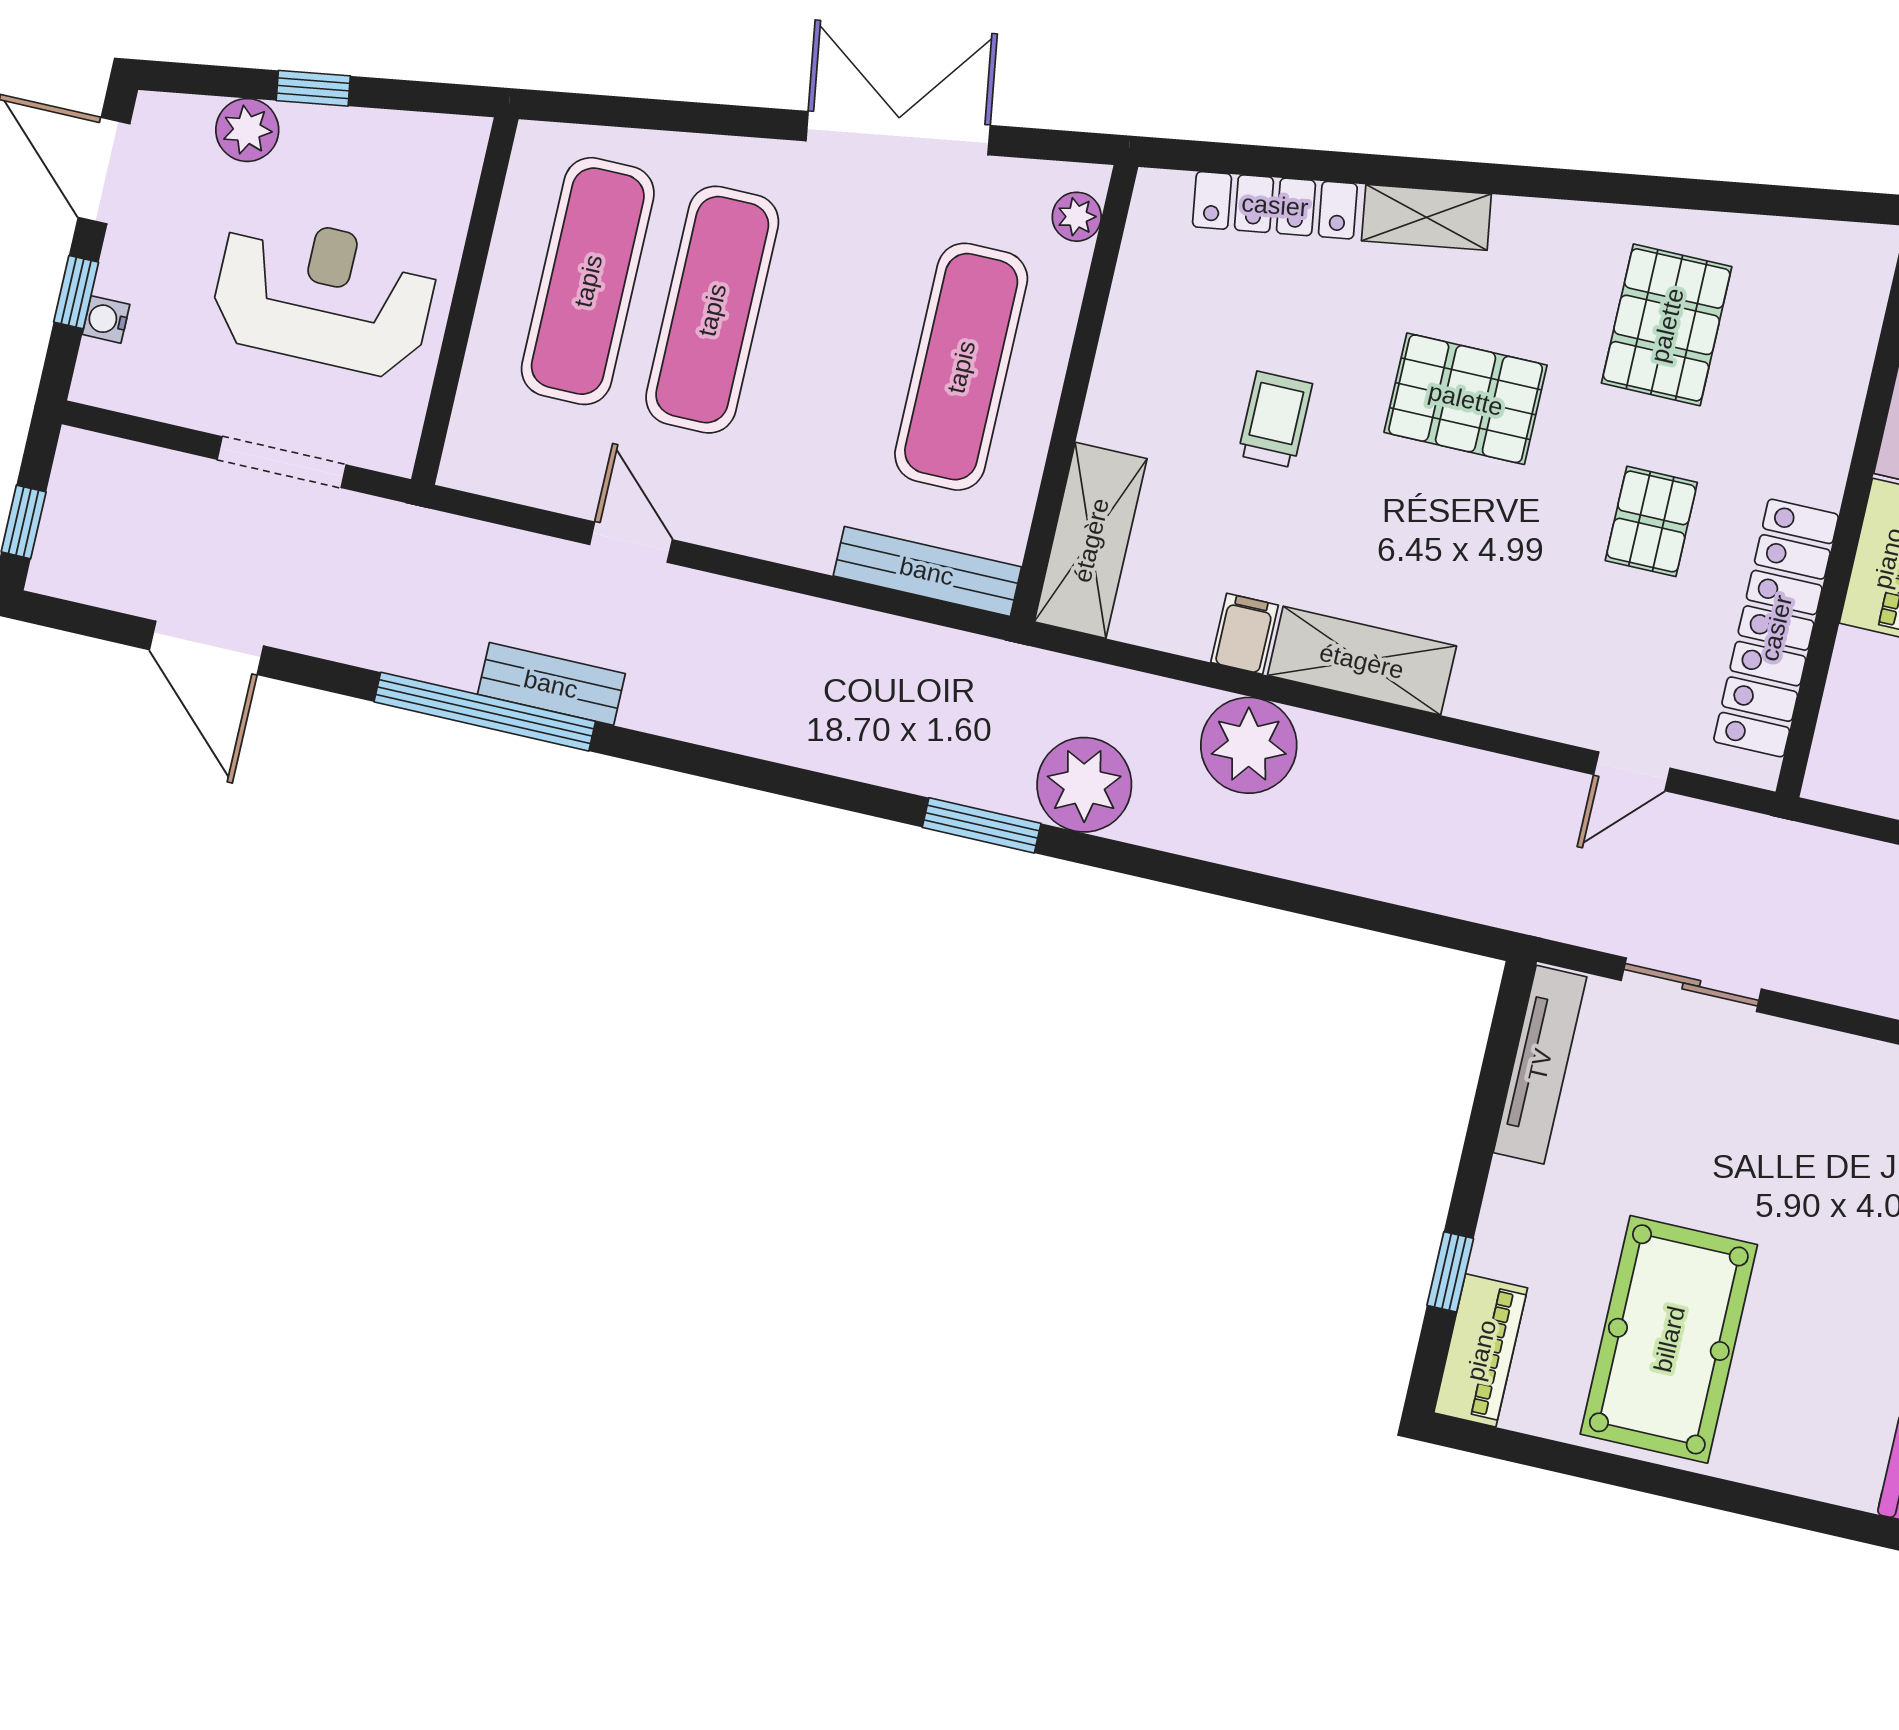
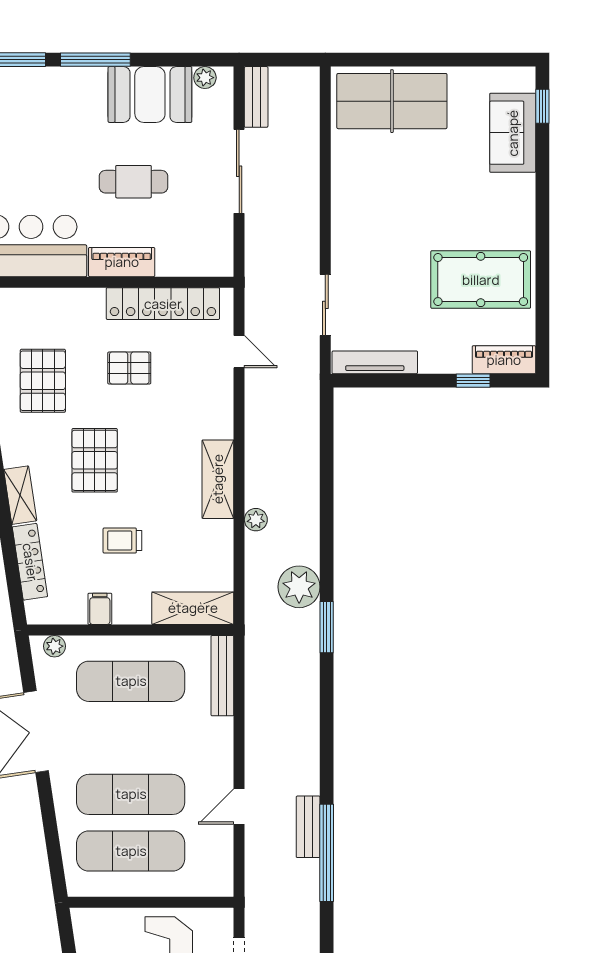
pallet: (1667, 325) -> (43, 381), turned 90
filing cabinet: (1245, 634) -> (100, 609), moved, turned 90
plant: (1249, 745) -> (256, 520), width x0.53, depth x0.53

